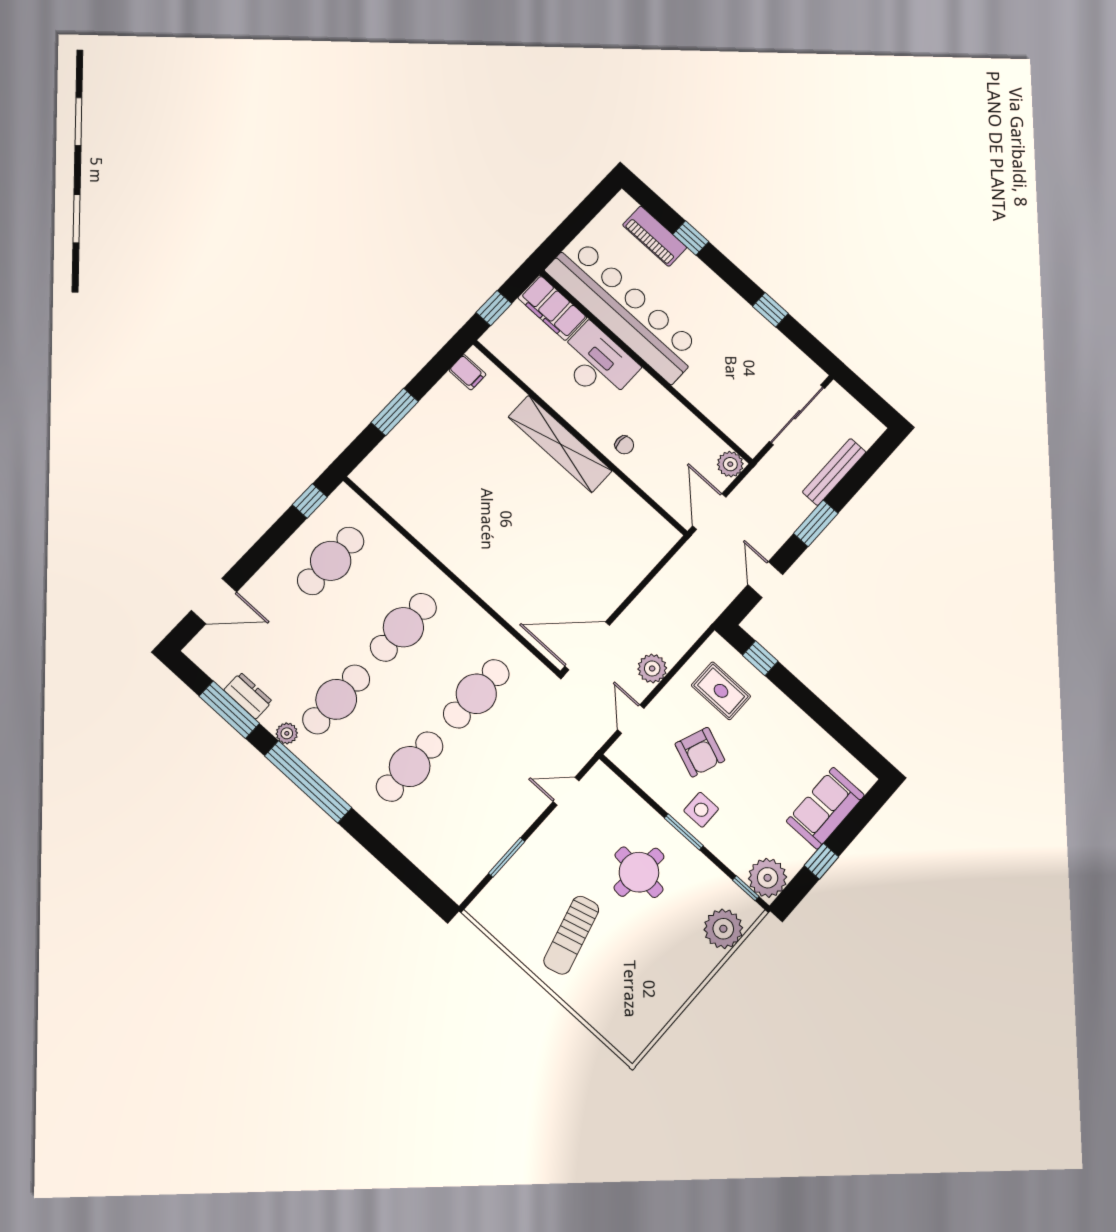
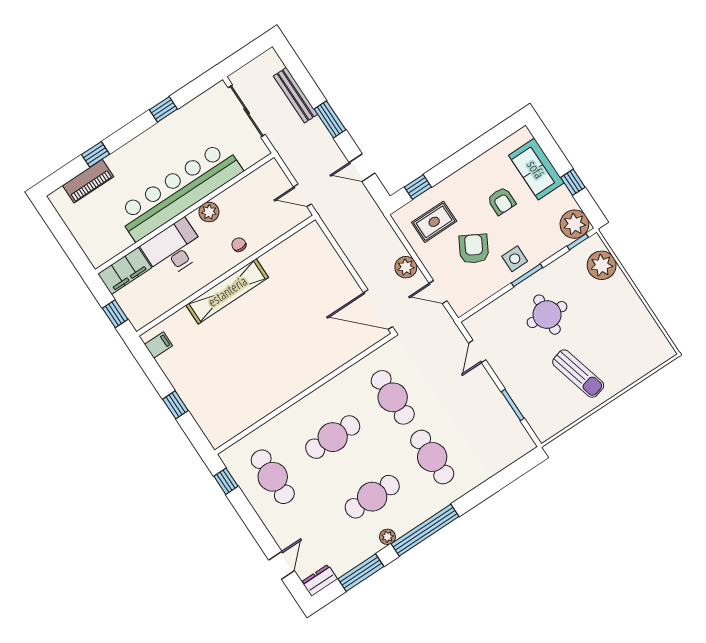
bar counter: (624, 310) -> (179, 191), moved
window: (395, 412) -> (175, 405), width x0.67
chair: (624, 445) -> (239, 245), turned -90
plant: (730, 464) -> (209, 212), moved
door: (709, 511) -> (302, 195), width x0.73
door: (214, 601) -> (282, 565), width x0.73
cafe table: (403, 627) -> (333, 437), turned 90
door: (587, 646) -> (378, 310), hinge flipped
dresser: (248, 696) -> (320, 580), moved
cafe table: (336, 699) -> (372, 497), turned 90
armchair: (700, 752) -> (474, 249), turned -82
armchair: (772, 773) -> (502, 201), added

